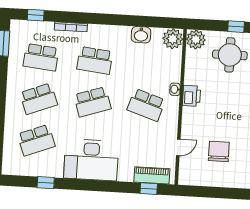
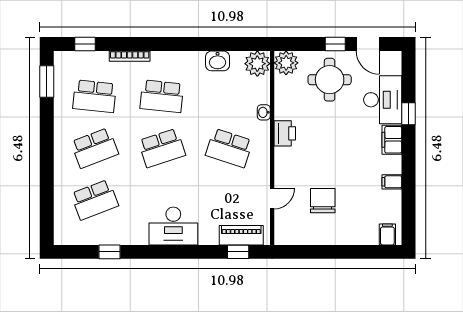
washbasin: (175, 89) -> (264, 112), moved
desk: (91, 160) -> (173, 226), width x0.73, depth x0.77

